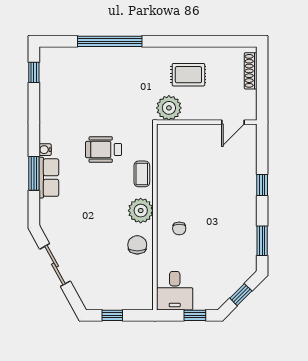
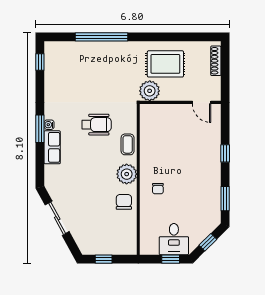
rug: (188, 75) -> (165, 64), width x1.36, depth x1.43
door: (233, 122) -> (202, 102), hinge flipped
wheelchair: (104, 150) -> (97, 125), turned 180
window: (34, 173) -> (40, 129), moved
desk: (175, 291) -> (174, 239), moved

